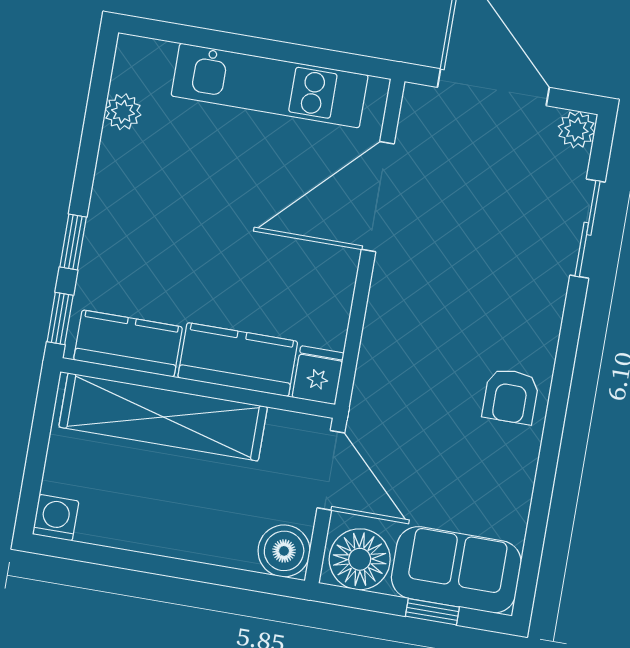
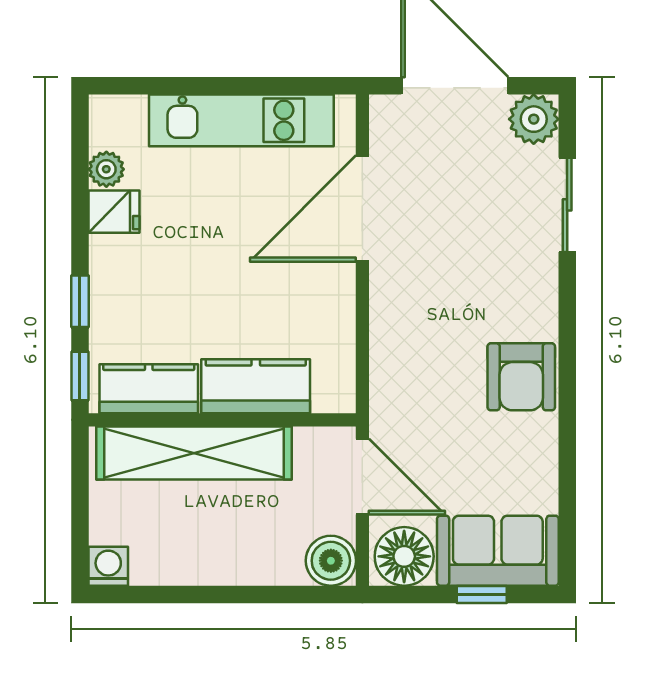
plant: (576, 130) -> (534, 119), width x1.38, depth x1.38
fridge: (318, 375) -> (114, 212), moved, turned 90
armchair: (511, 396) -> (521, 377), width x1.38, depth x1.38

